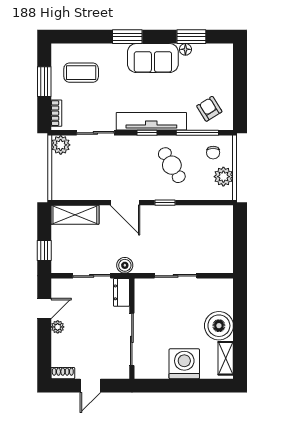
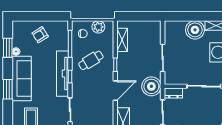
sofa: (153, 58) -> (22, 79), width x1.36
armchair: (209, 109) -> (40, 35), moved
shelving: (203, 213) -> (122, 40), added
boiler: (125, 265) -> (151, 86), width x1.86, depth x1.86

